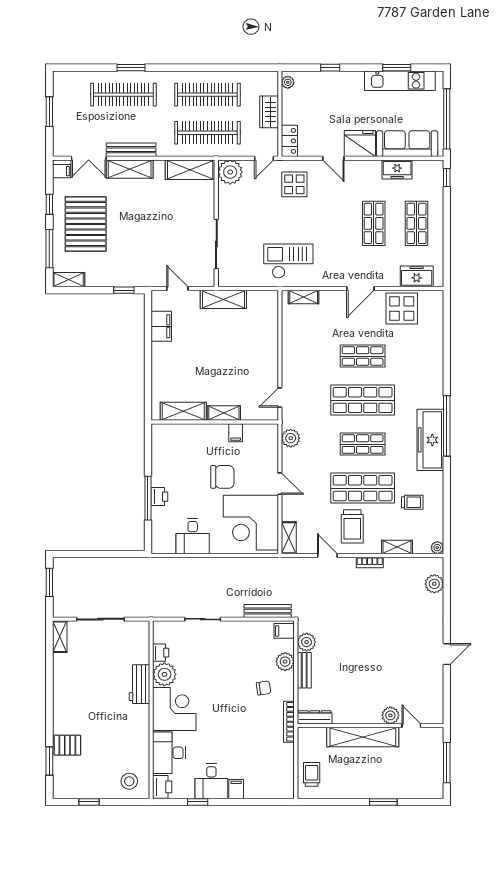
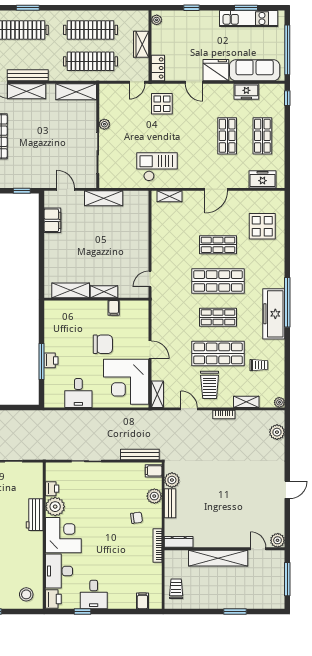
plant: (230, 172) -> (104, 124), moved, width x0.53, depth x0.53
display table: (402, 309) -> (262, 226), moved
plant: (291, 438) -> (159, 312), removed
plant: (390, 715) -> (278, 540), moved
filing cabinet: (236, 789) -> (142, 601), moved

